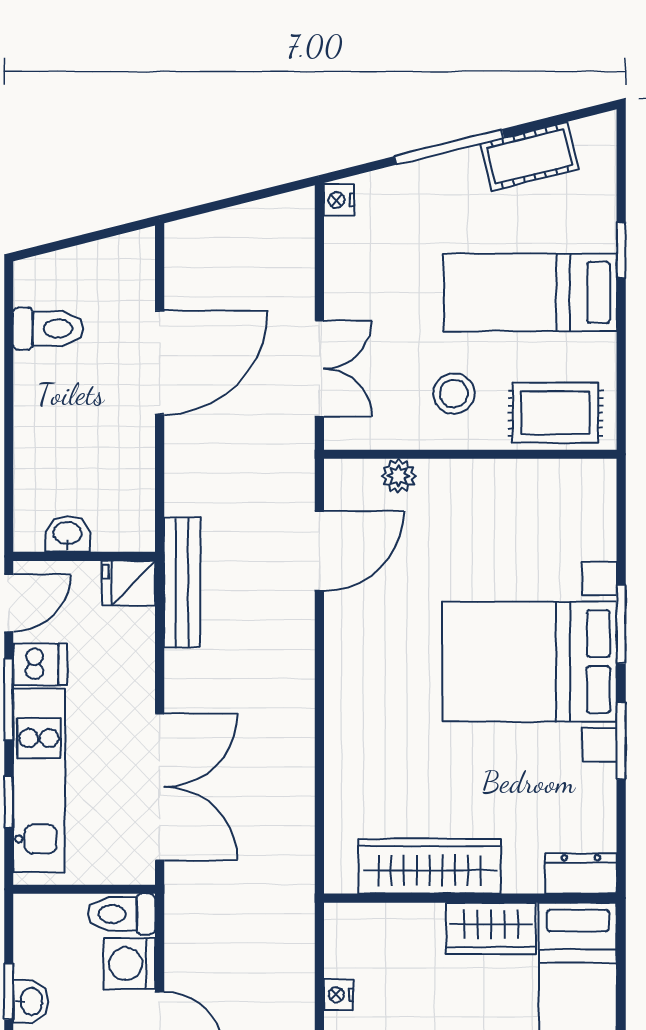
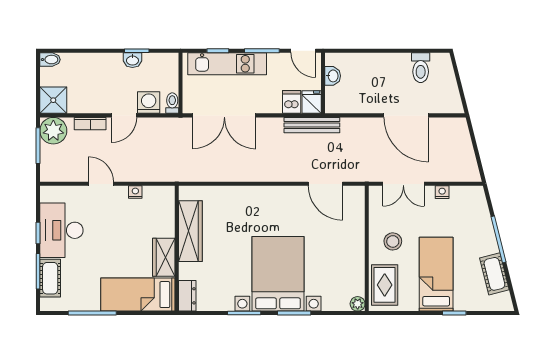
nightstand: (339, 200) -> (442, 192), moved
plant: (399, 476) -> (358, 304), moved
dishwasher: (40, 664) -> (292, 102), moved, turned 180
toilet: (122, 914) -> (172, 103), width x0.73, depth x0.72

